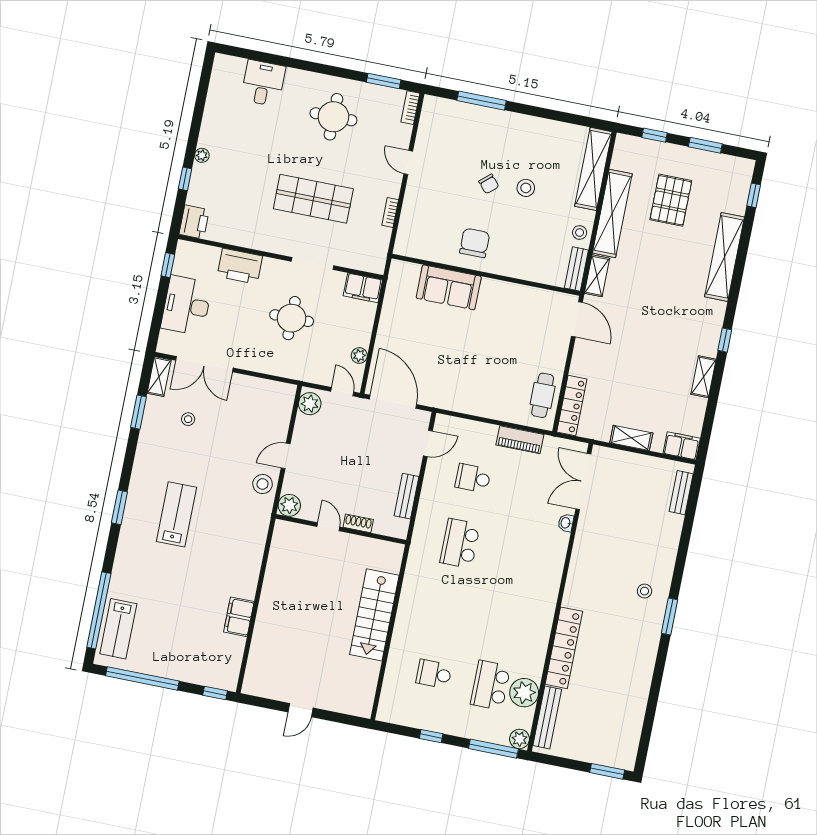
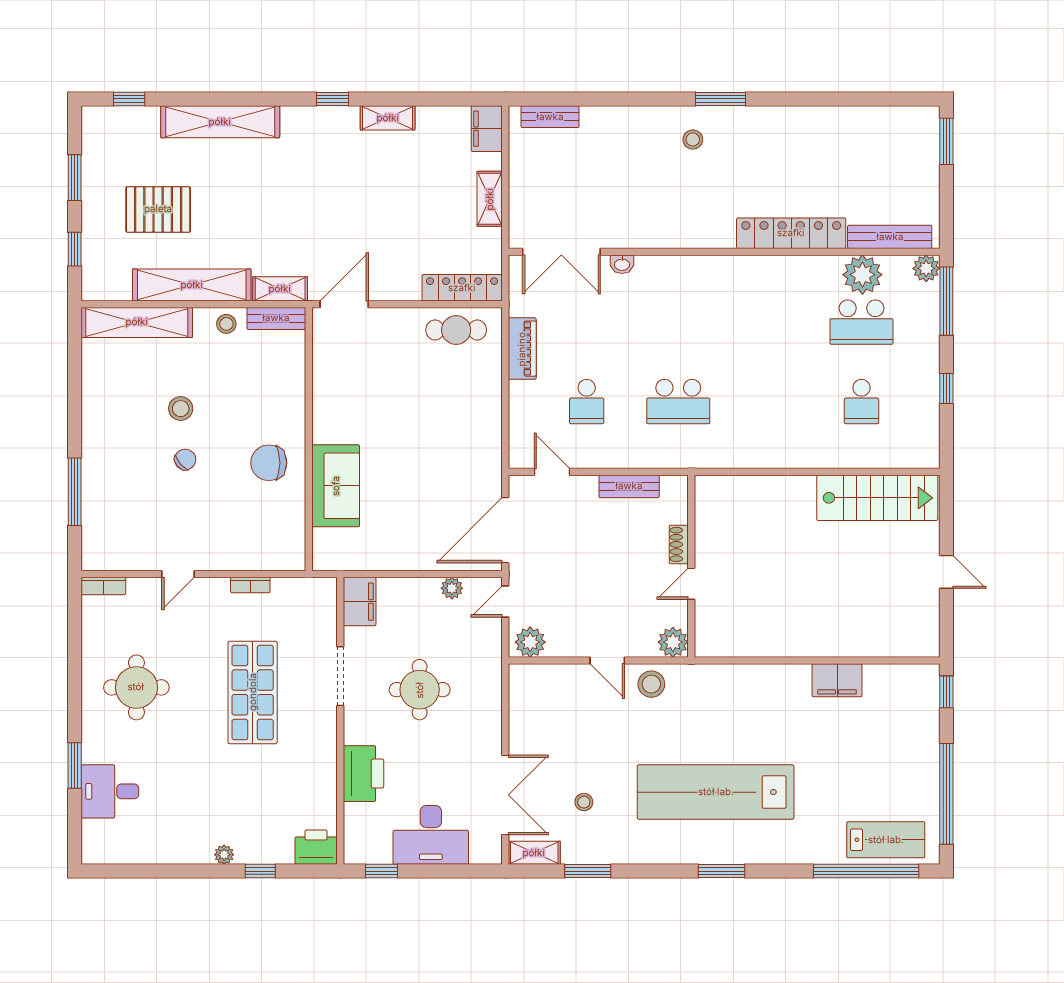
window: (384, 81) -> (75, 765), moved
lab bench: (177, 514) -> (716, 792), width x1.86, depth x1.39
stairs: (374, 615) -> (877, 498), moved

